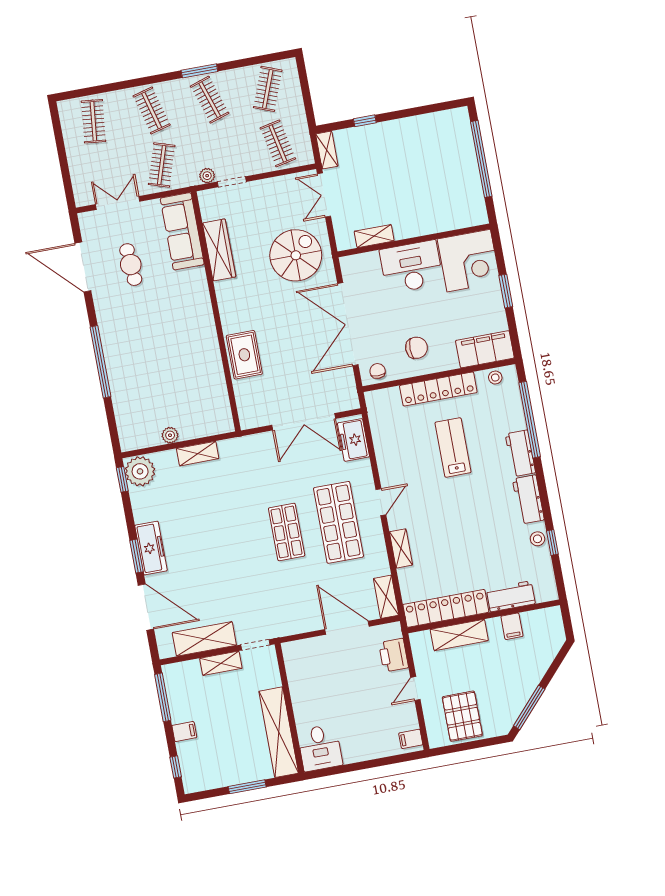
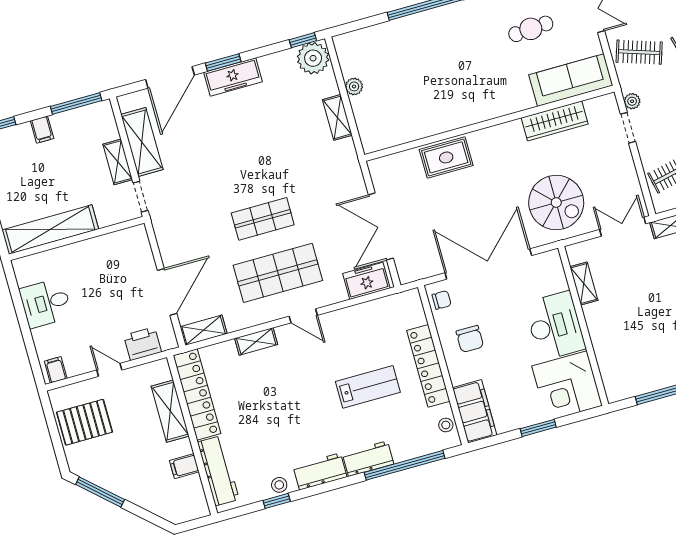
workbench: (511, 596) -> (218, 471), width x1.38
desk: (320, 748) -> (46, 303), moved

